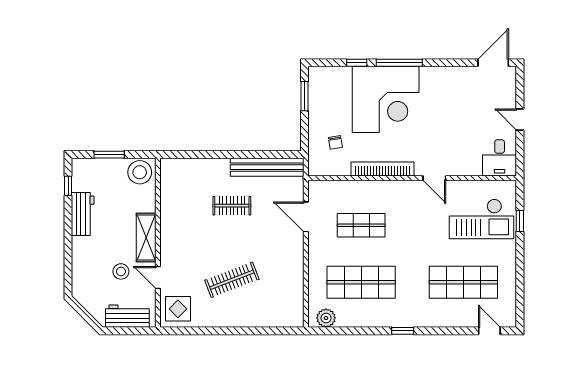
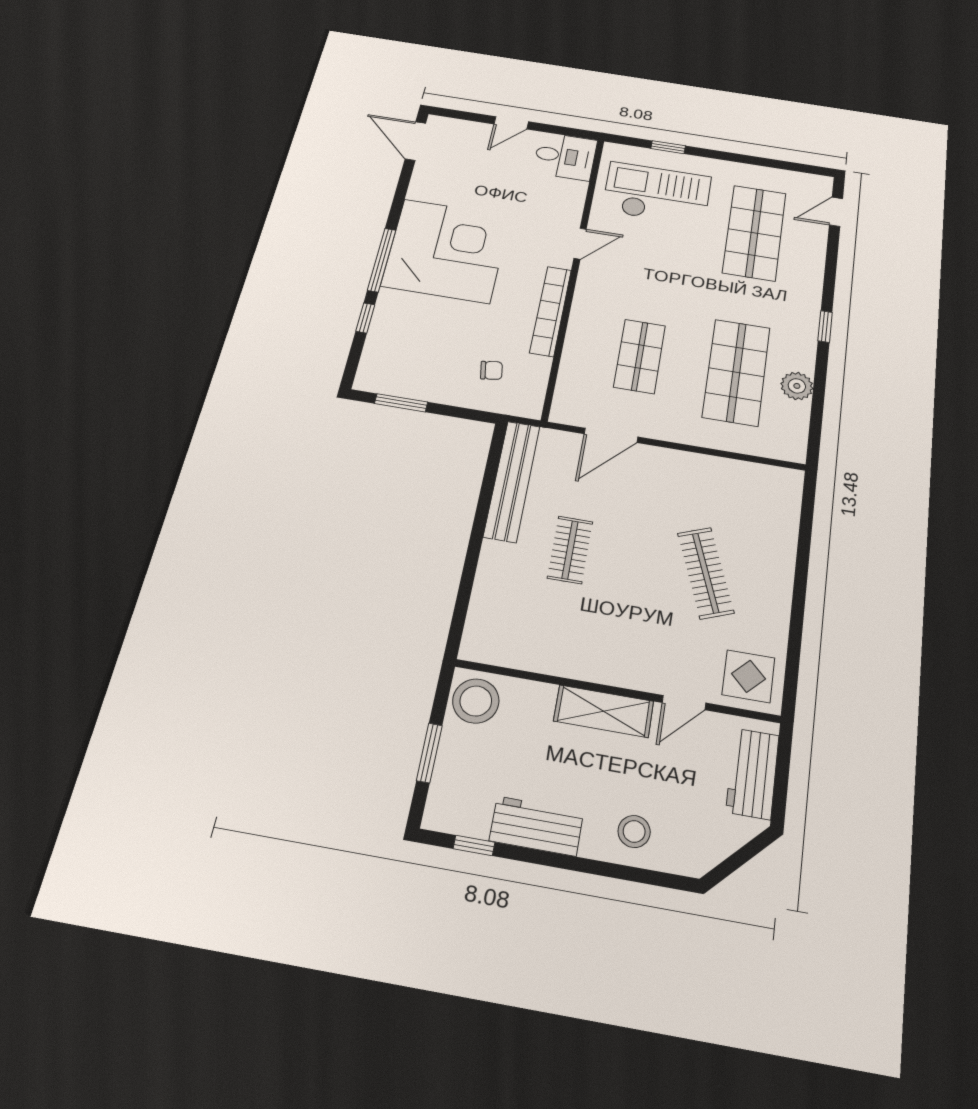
corner desk: (386, 99) -> (446, 251), moved
checkout: (481, 219) -> (657, 194), turned -90
stool: (121, 271) -> (634, 831), moved
plant: (326, 318) -> (797, 386), moved

